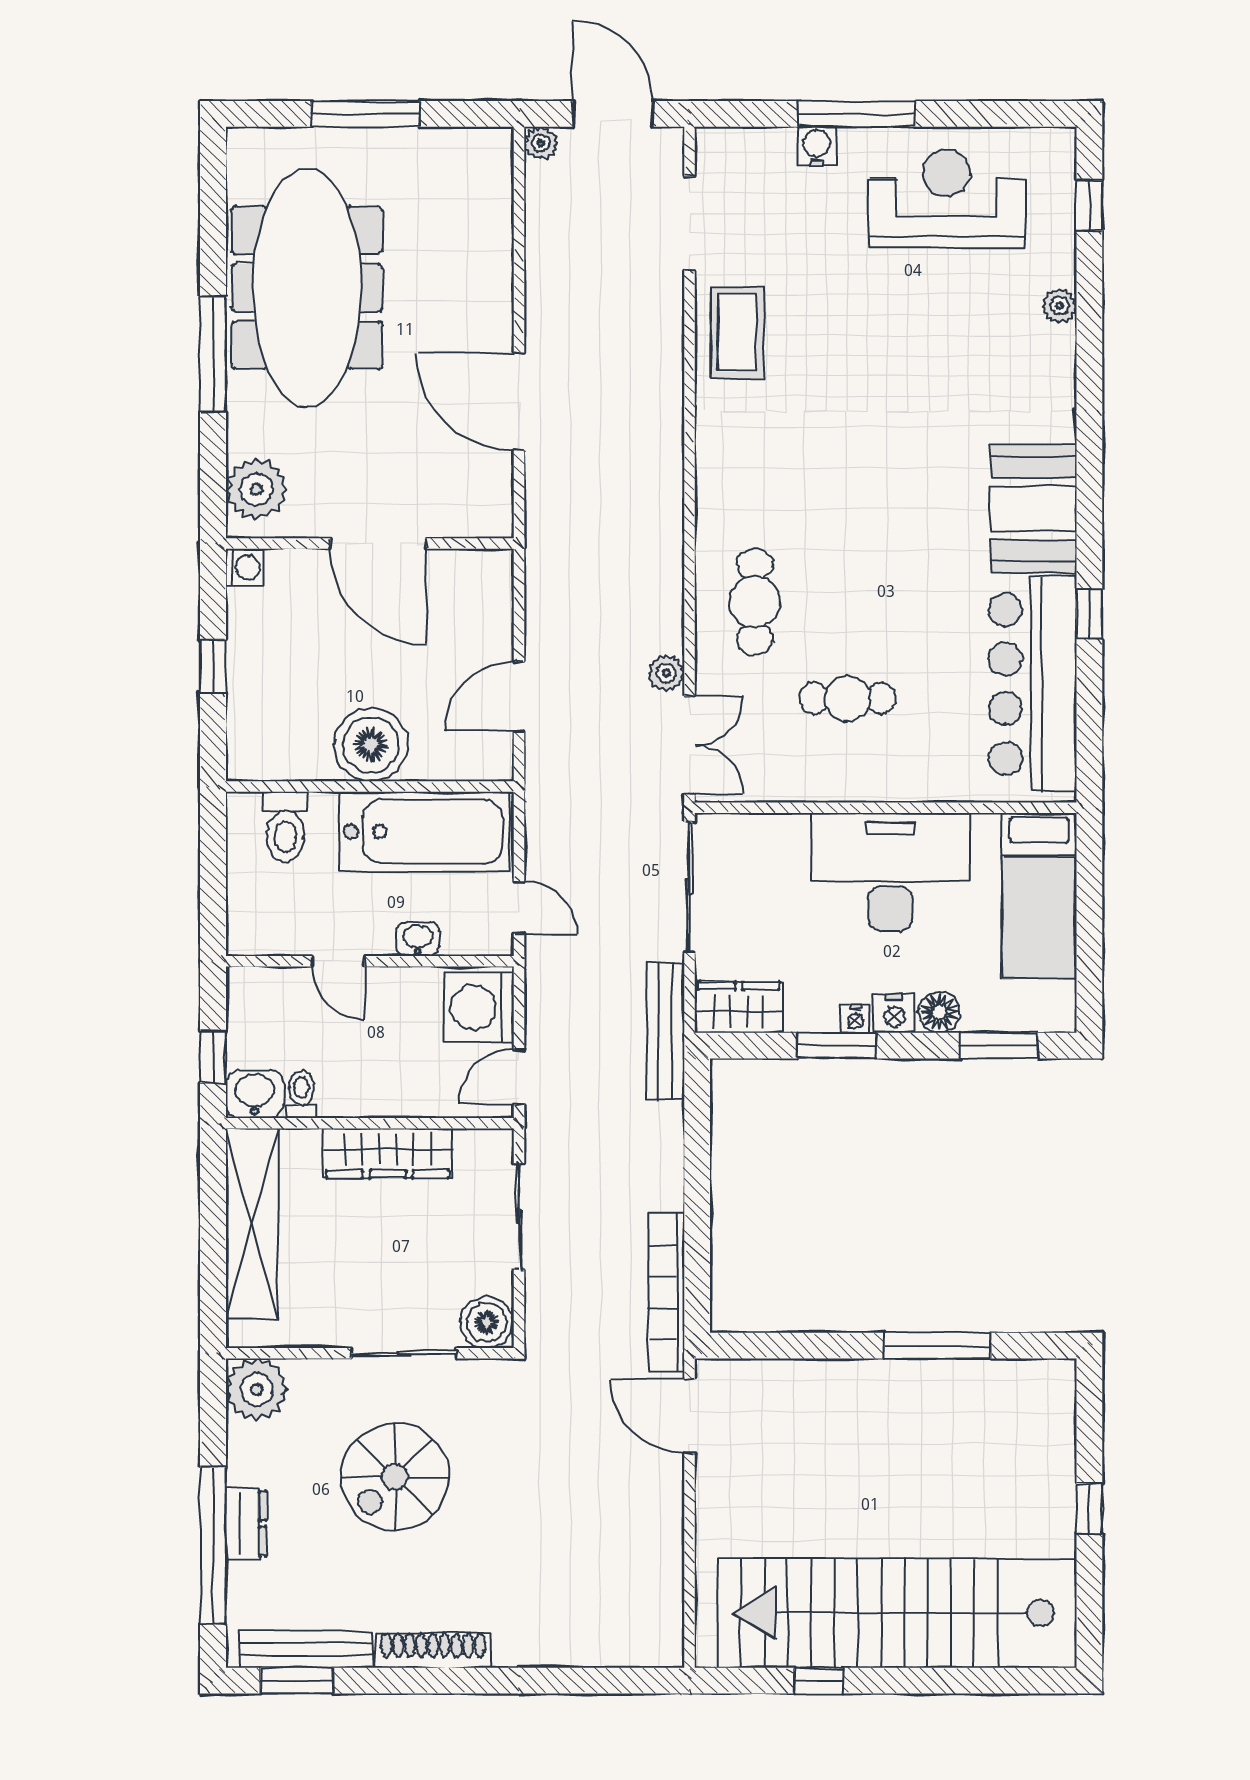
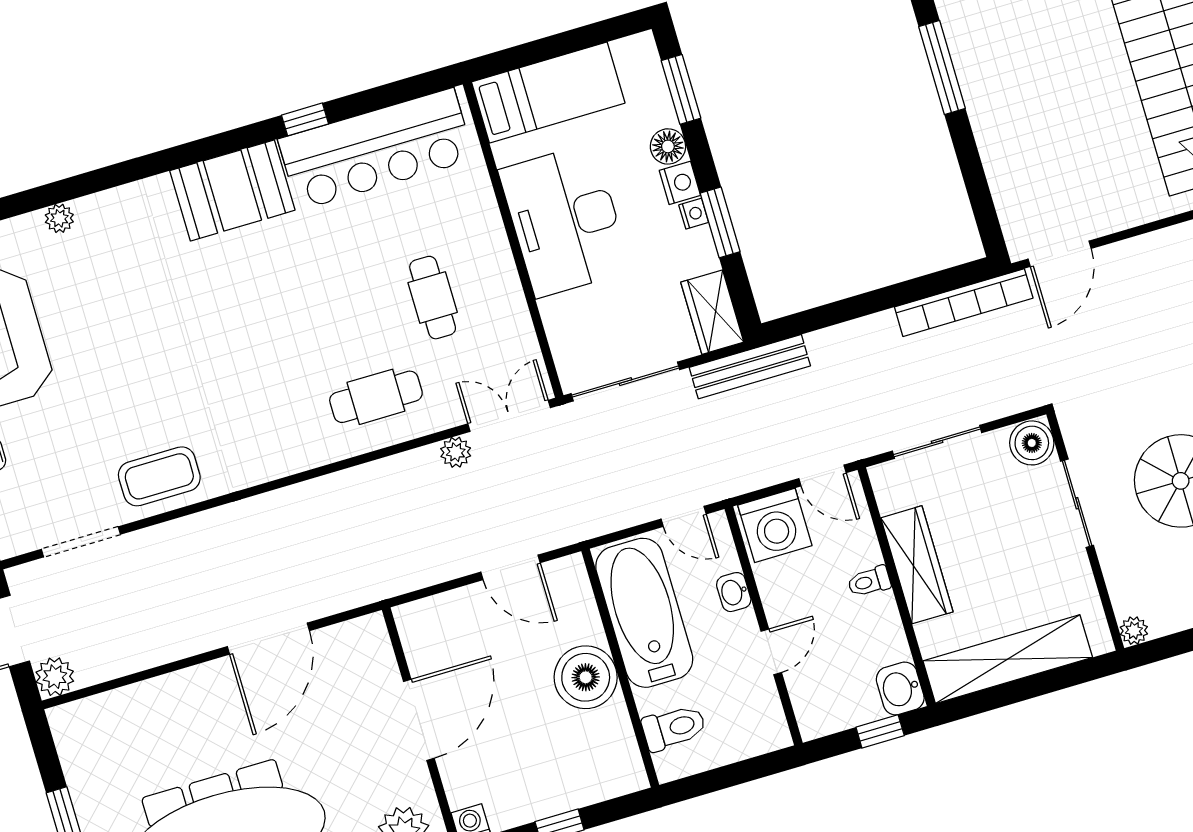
plant: (541, 143) -> (55, 677), width x1.38, depth x1.38
door: (519, 908) -> (684, 516), swing flipped
toilet: (301, 1094) -> (869, 581), moved
plant: (257, 1389) -> (1134, 631), width x0.53, depth x0.53

